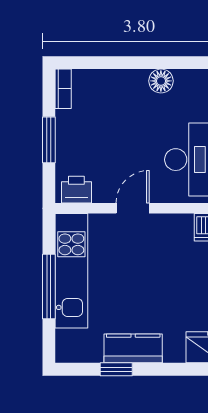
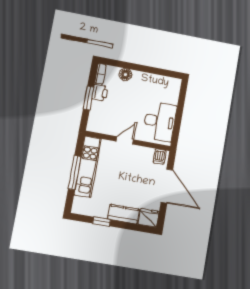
floor lamp: (161, 81) -> (125, 75), moved
printer: (76, 190) -> (100, 93), moved, turned 90
kitchen counter: (133, 348) -> (123, 214), moved

